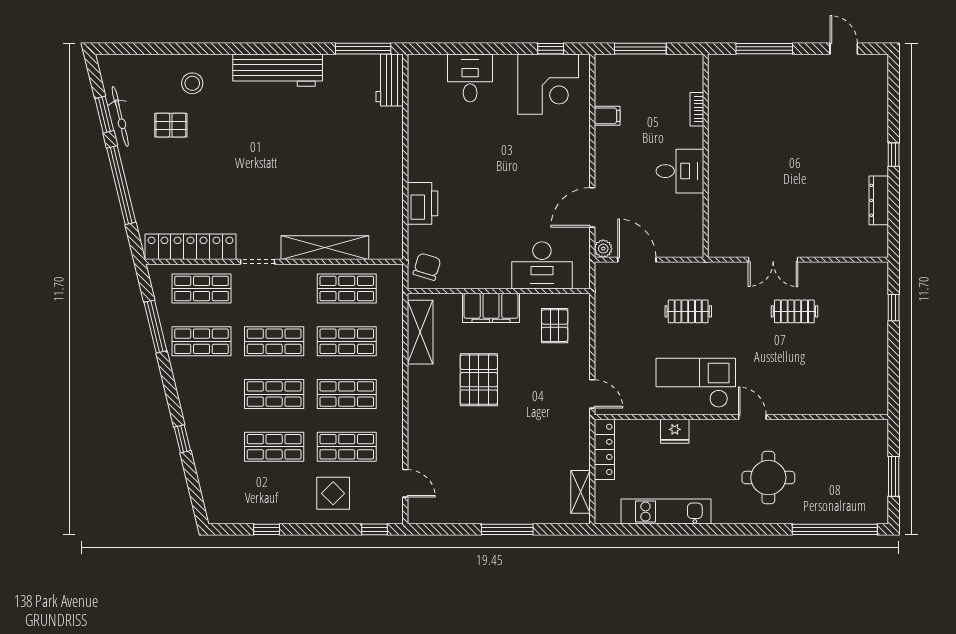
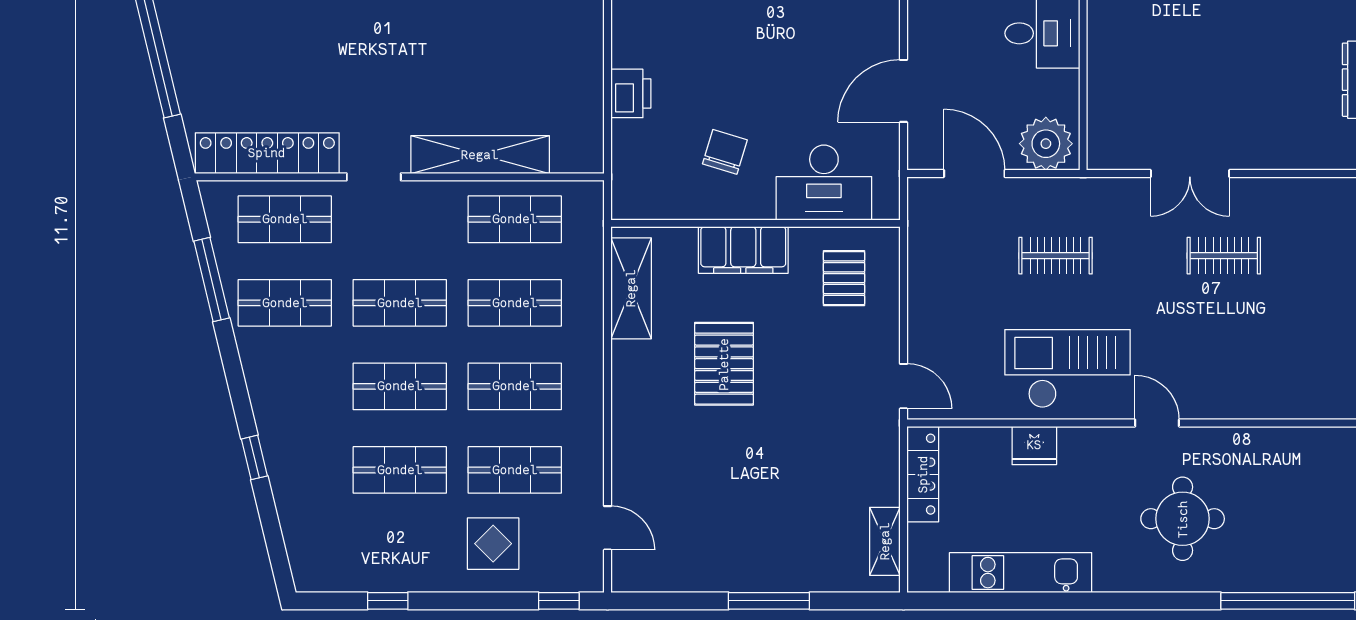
printer: (422, 203) -> (631, 93), width x0.73, depth x0.84
plant: (603, 249) -> (1046, 144), moved, width x1.88, depth x1.88
chair: (427, 267) -> (725, 152), moved

